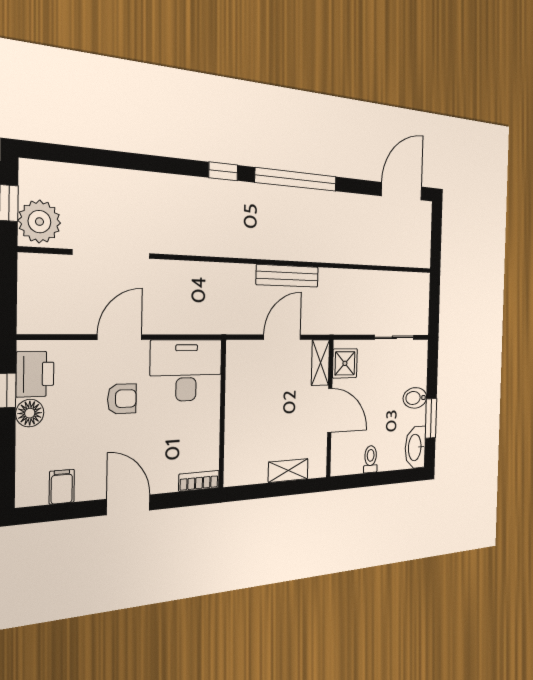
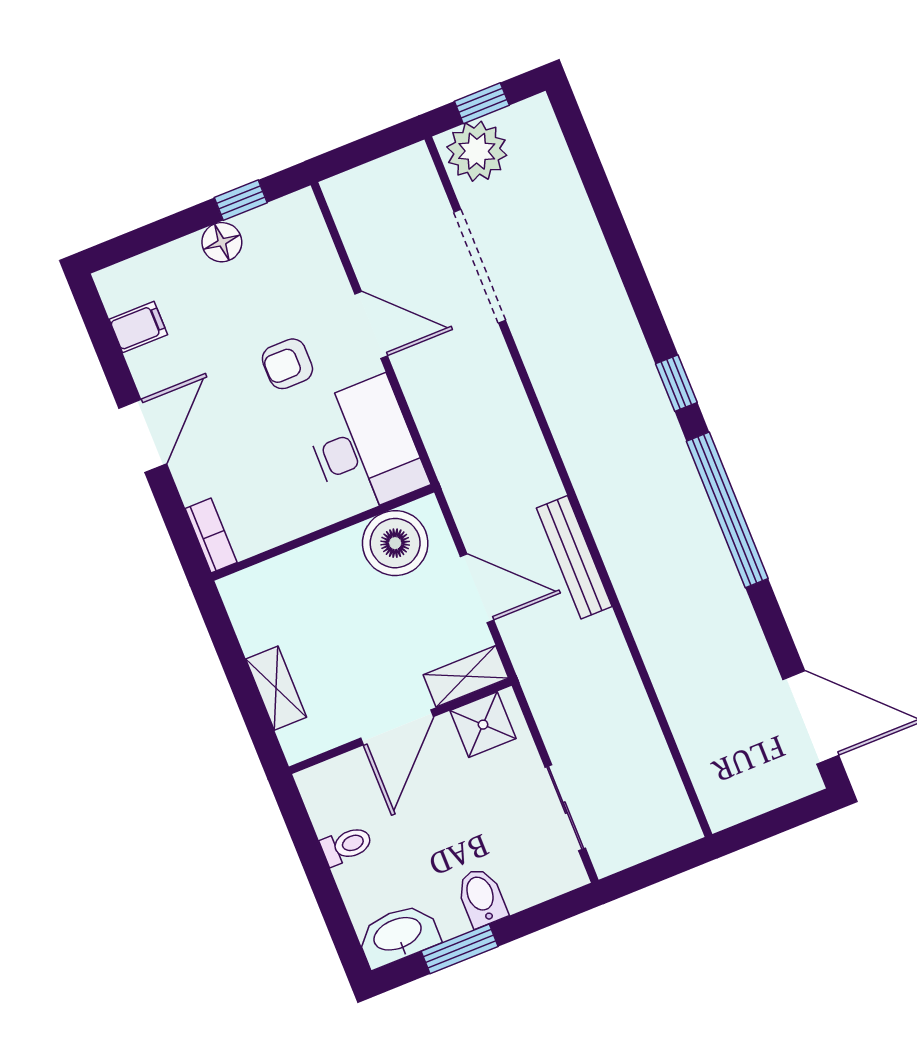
printer: (35, 374) -> (276, 228), removed
boiler: (243, 374) -> (395, 543), added
armchair: (122, 399) -> (287, 364), turned 90

